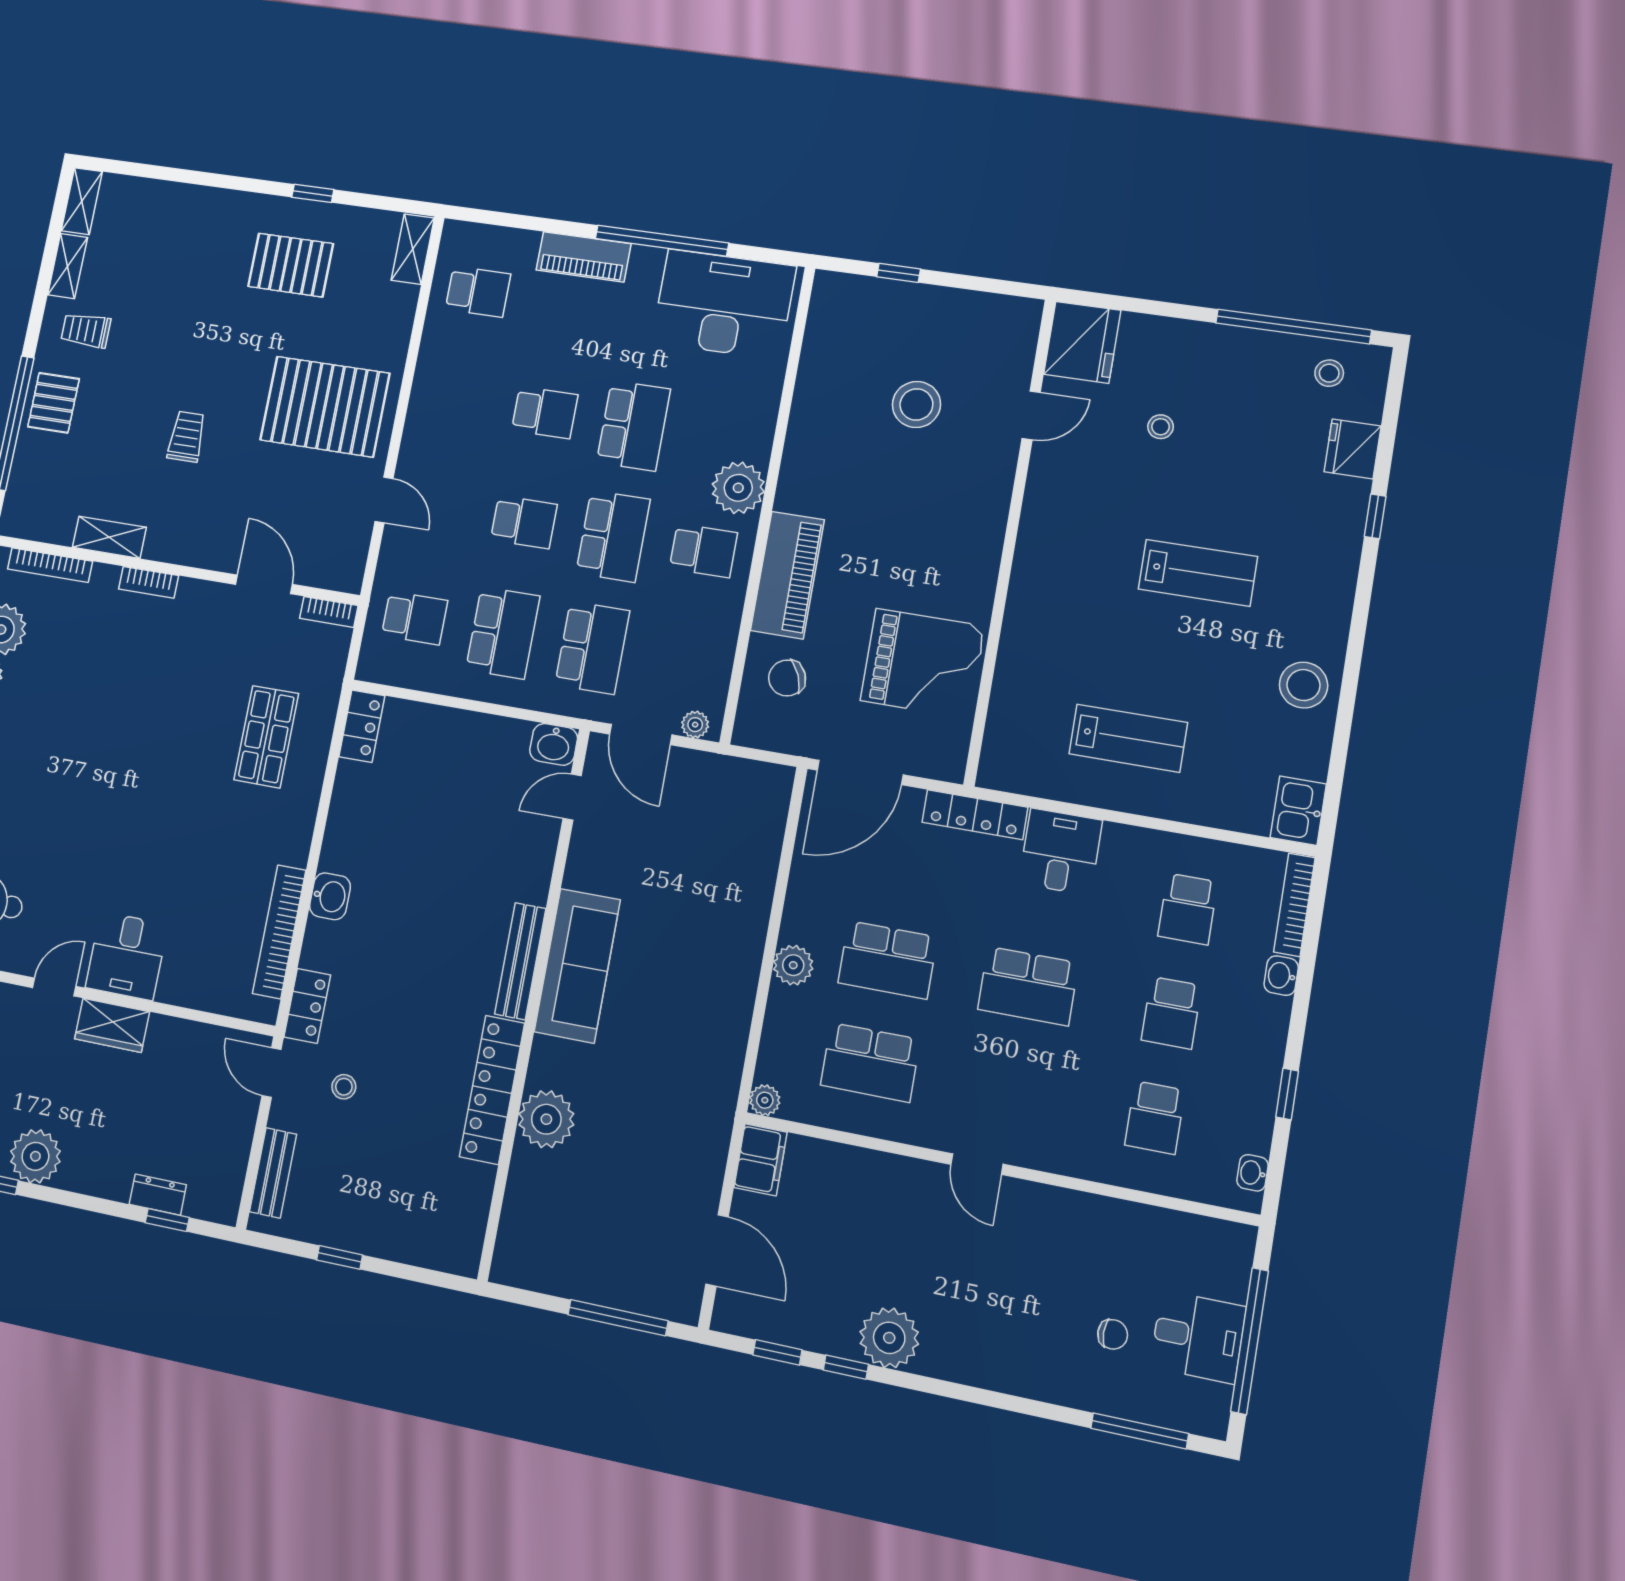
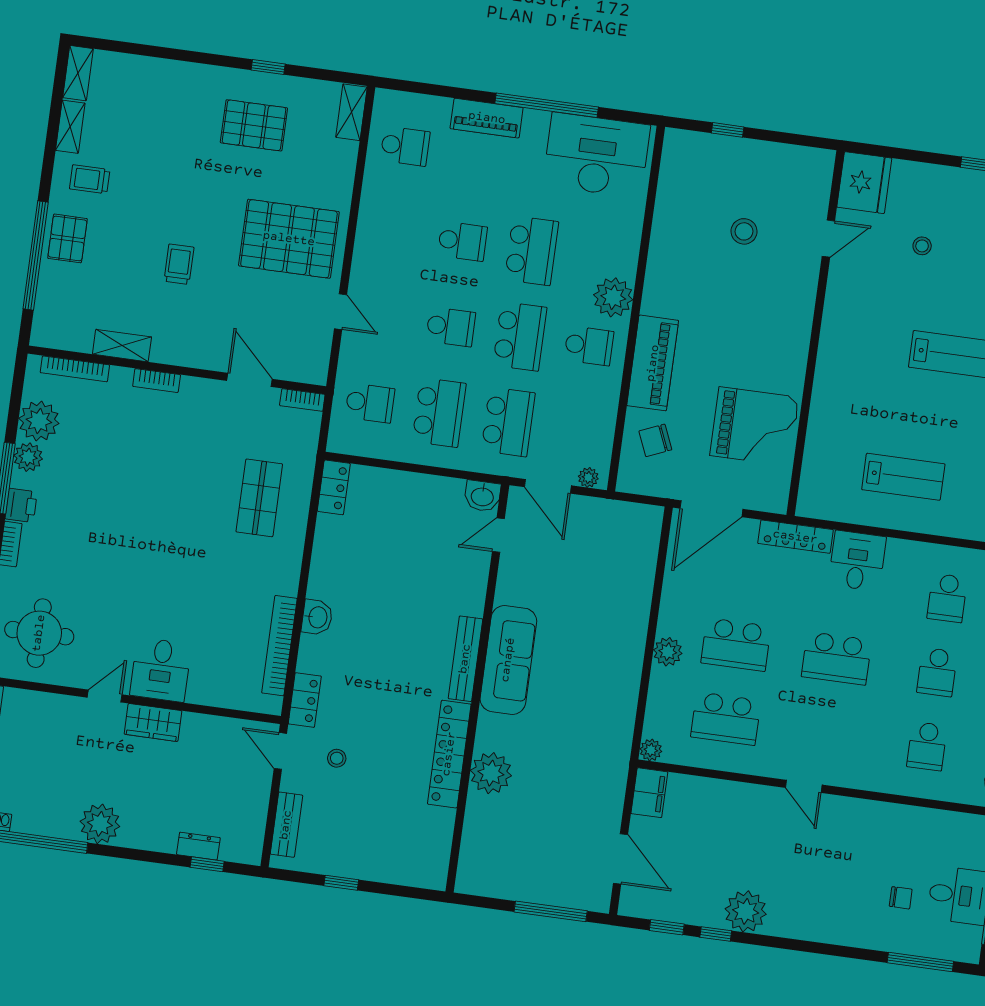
stool: (916, 404) -> (744, 231), width x0.73, depth x0.73

